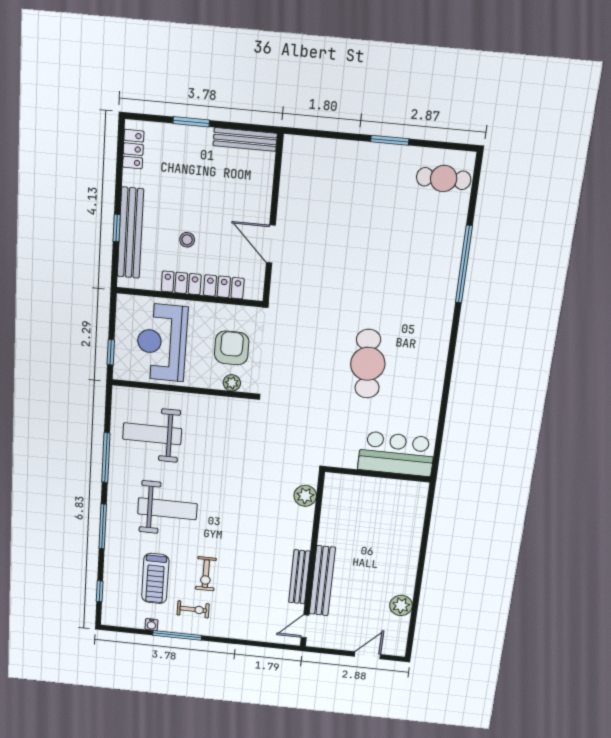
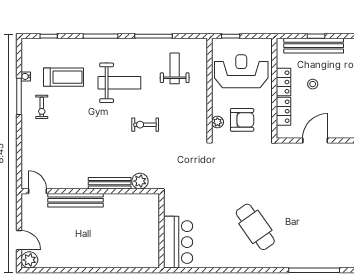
cafe table: (368, 364) -> (255, 227), moved, turned 60
weight bench: (152, 434) -> (175, 68), width x0.73, depth x0.75
weight bench: (167, 509) -> (119, 83), turned -90
exercise bike: (206, 574) -> (145, 125), moved
bench: (299, 577) -> (110, 183), moved
treadmill: (155, 579) -> (64, 77), turned 180
plant: (401, 605) -> (29, 260), moved

